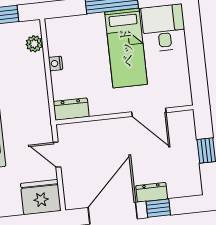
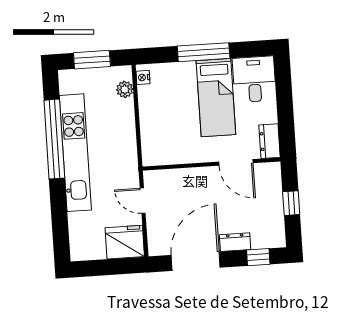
nightstand: (56, 63) -> (143, 77), moved
dresser: (71, 109) -> (270, 141), moved, turned -90
window: (158, 208) -> (258, 257), moved

